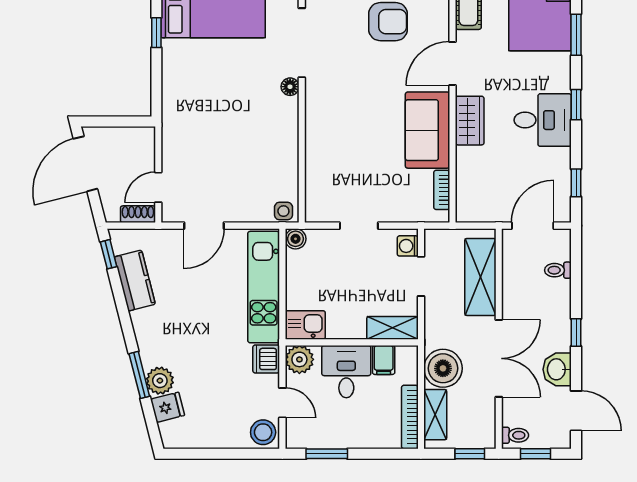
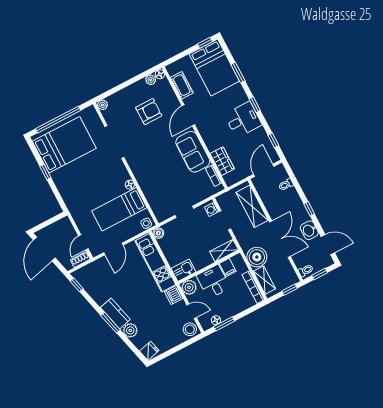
floor lamp: (290, 87) -> (130, 185), moved
wardrobe: (470, 121) -> (222, 161), moved
bed: (250, 163) -> (119, 209), added
kitchen counter: (135, 281) -> (115, 313), moved
window: (139, 375) -> (111, 323), moved
fridge: (168, 407) -> (149, 351), moved
floor lamp: (316, 440) -> (216, 320), added

